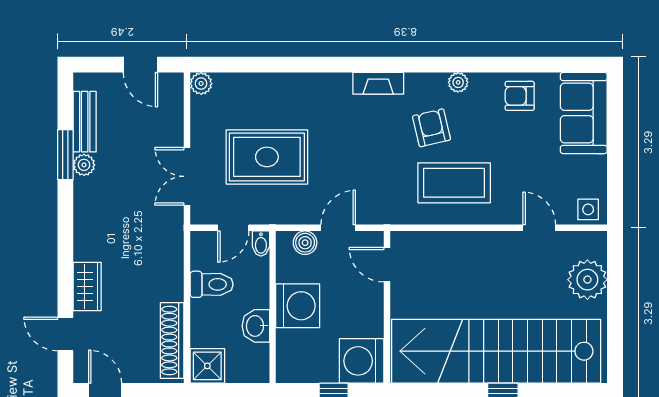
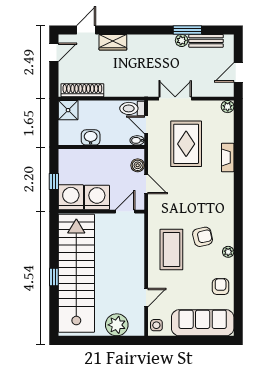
fireplace: (378, 83) -> (228, 157), moved
sofa: (584, 113) -> (203, 323), width x1.36
toilet: (212, 284) -> (132, 108), moved, turned 90
washing machine: (298, 306) -> (97, 197), moved, turned 180

